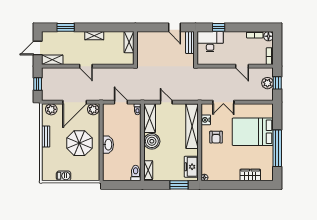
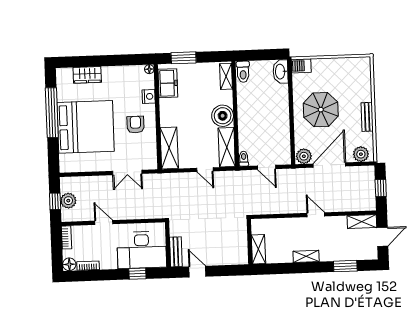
desk: (210, 42) -> (142, 250), width x1.36, depth x1.30
double door: (223, 102) -> (127, 172), swing flipped
nightstand: (206, 120) -> (149, 96), moved
shelving: (192, 126) -> (169, 148), width x0.68
bed: (253, 132) -> (86, 127), width x1.36
washbasin: (108, 145) -> (281, 72), moved
barbecue: (64, 176) -> (301, 66), moved

